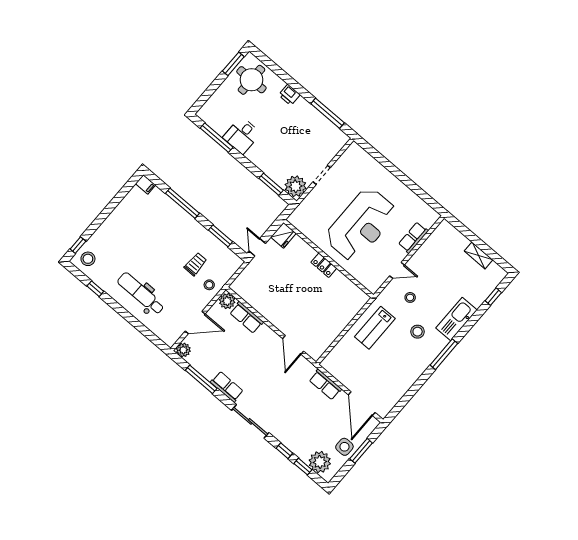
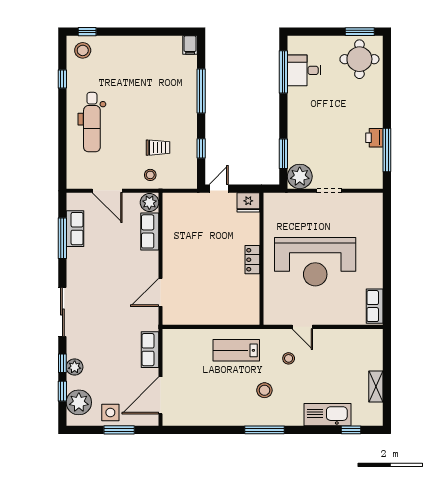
printer: (289, 95) -> (374, 138), moved
desk: (242, 135) -> (304, 70), moved
window: (221, 236) -> (201, 148), width x0.67
row of seats: (413, 238) -> (375, 306), moved, turned -90
dental chair: (141, 294) -> (92, 122), turned 180
kitchen sink: (457, 319) -> (327, 415), moved
plant: (183, 350) -> (75, 367), moved
row of seats: (227, 387) -> (75, 229), moved

